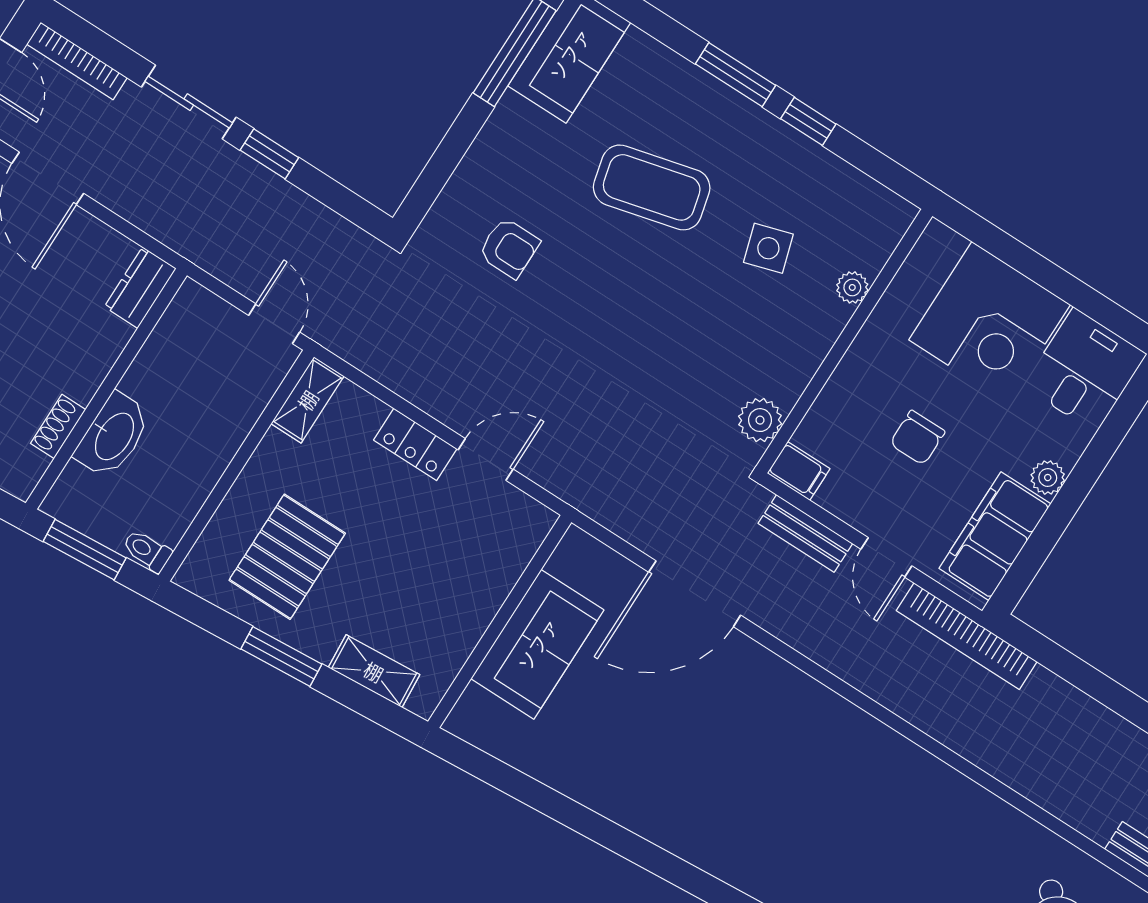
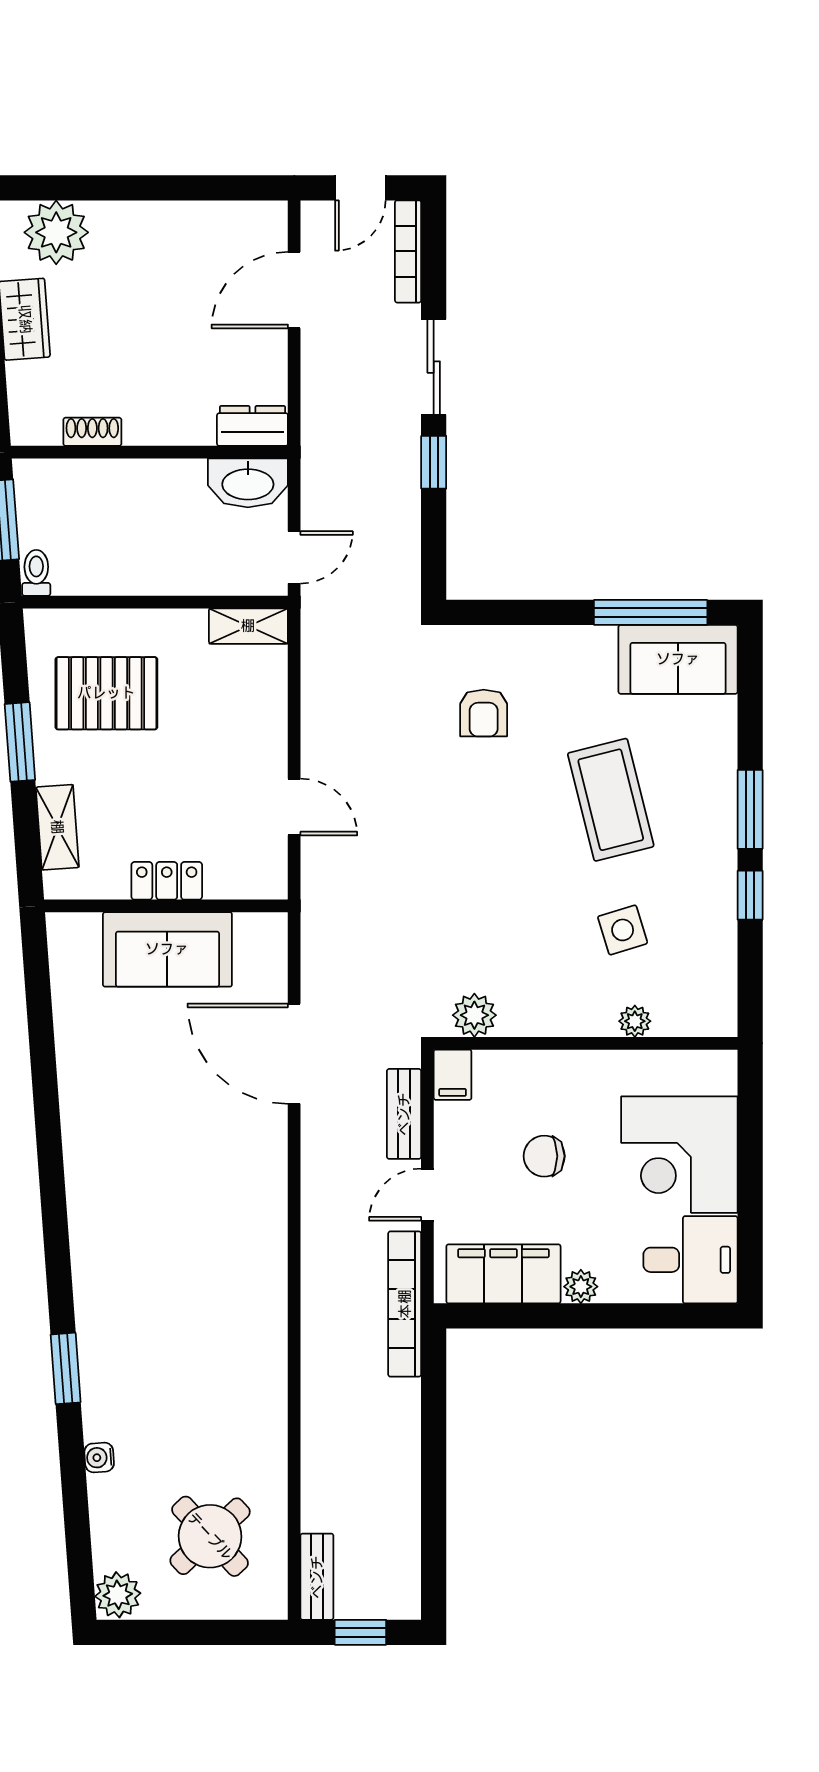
washbasin: (113, 436) -> (248, 483), moved
locker: (415, 444) -> (167, 881), moved, turned 90

